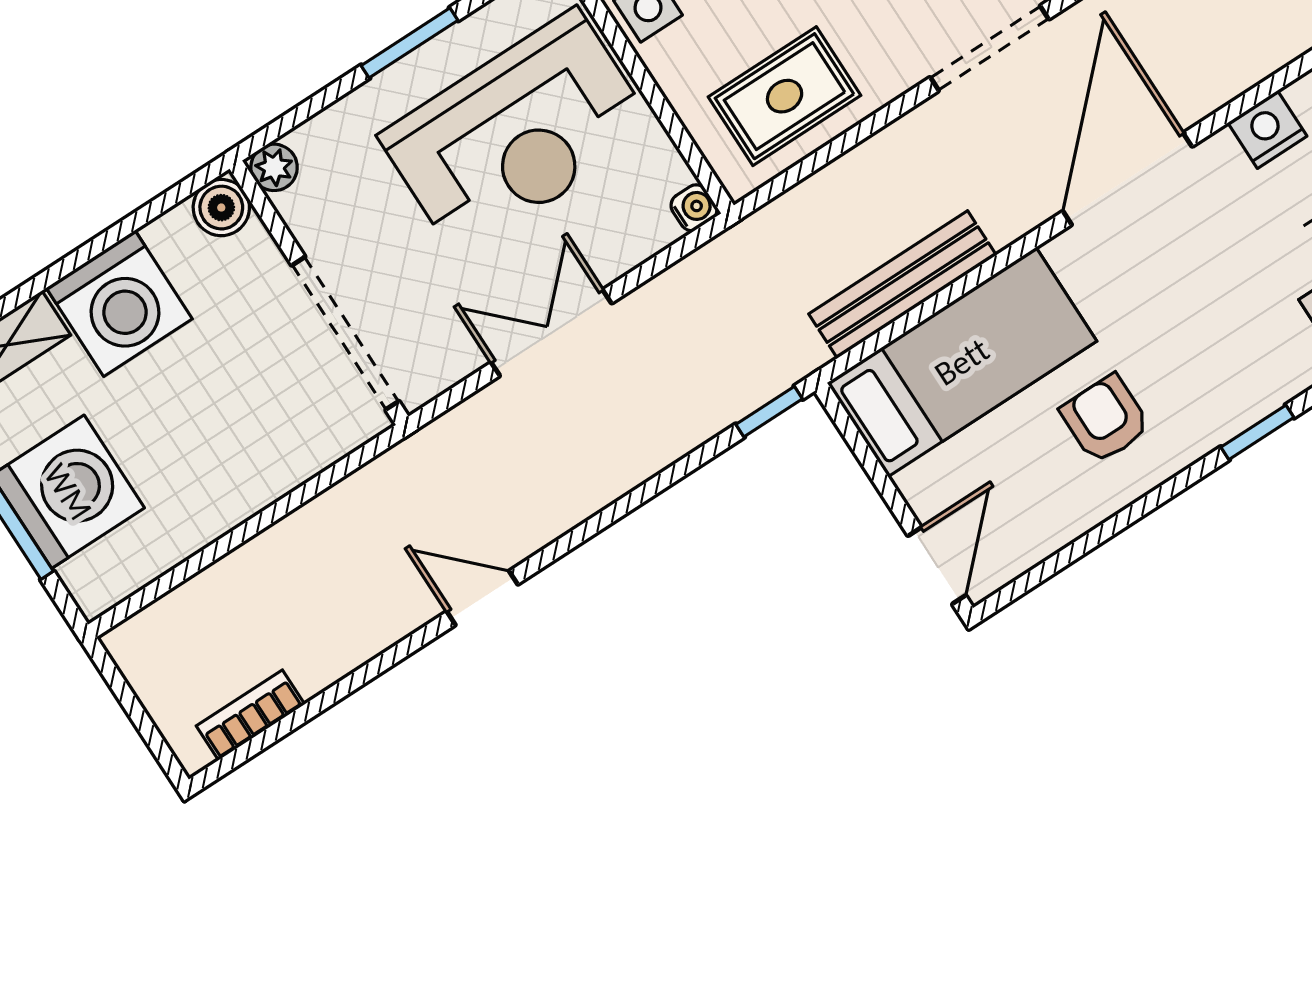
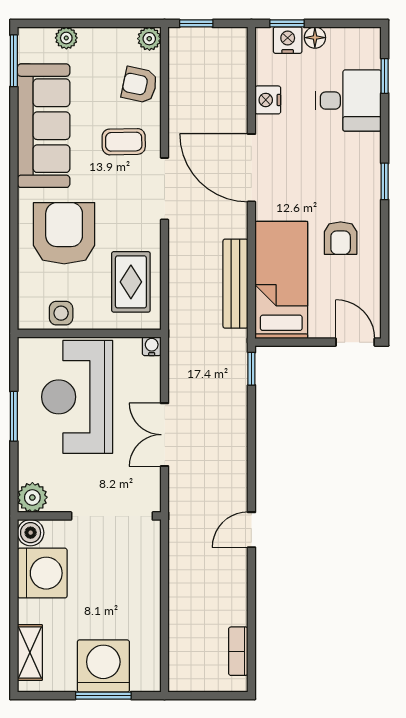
reception desk: (517, 133) -> (77, 397), turned 180
plant: (274, 167) -> (32, 497), width x1.38, depth x1.38
washing machine: (119, 303) -> (42, 573), moved
armchair: (1105, 419) -> (341, 238), turned -90

